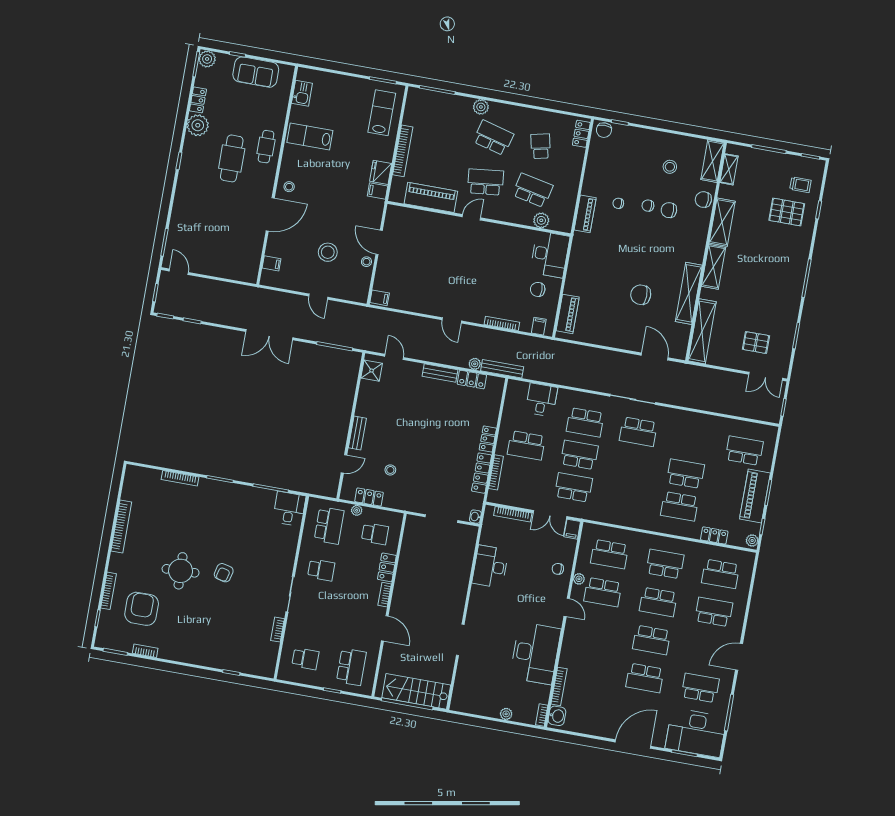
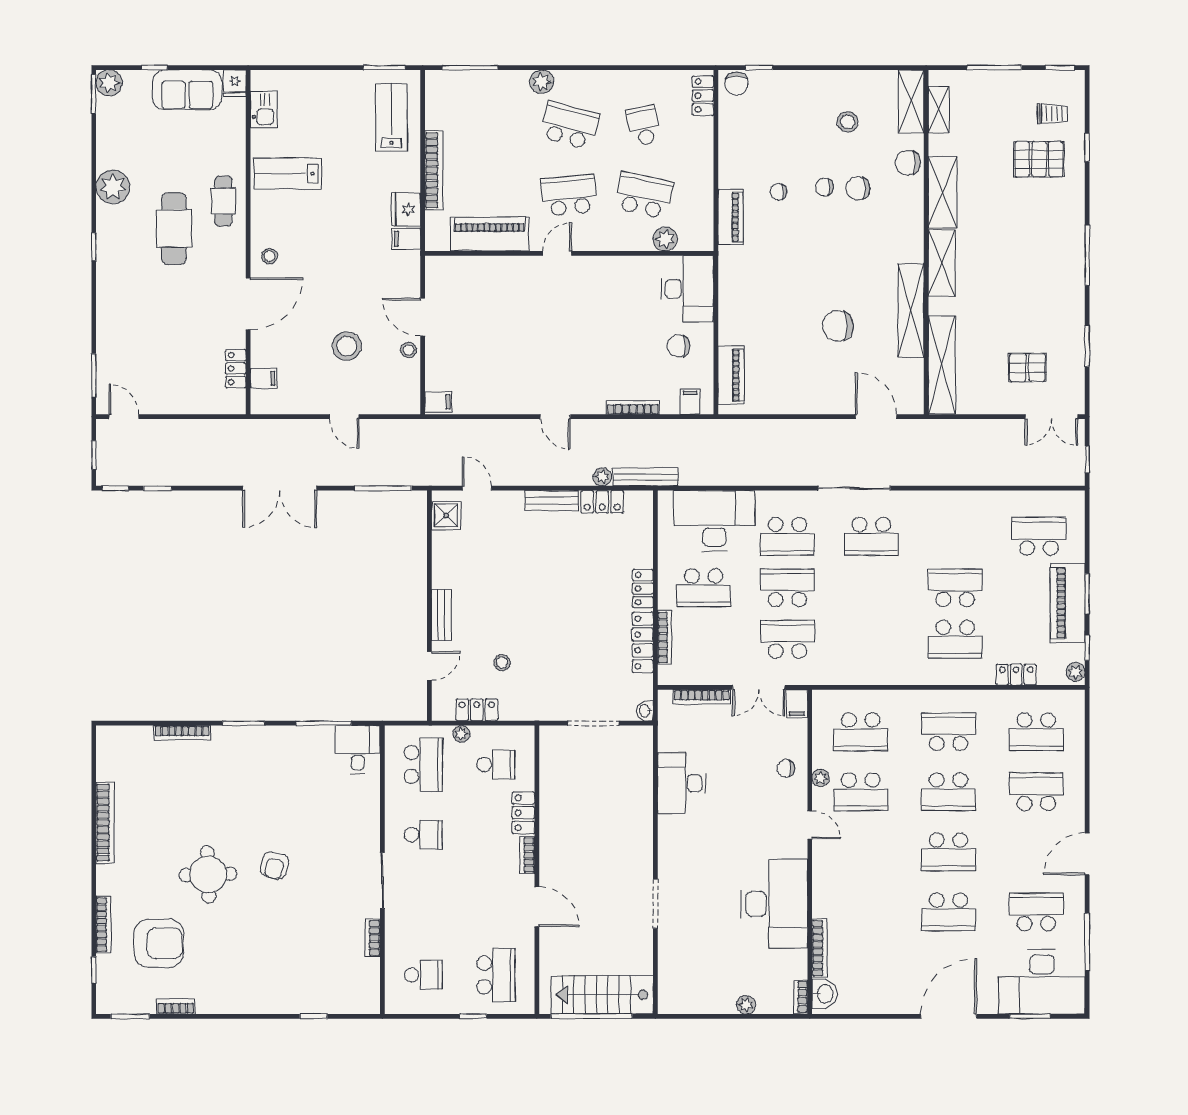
fridge: (287, 73) -> (235, 83), added
locker: (198, 100) -> (236, 369), moved, turned 180
desk: (541, 400) -> (714, 521), width x1.87, depth x1.30
armchair: (142, 609) -> (159, 943), turned 90

